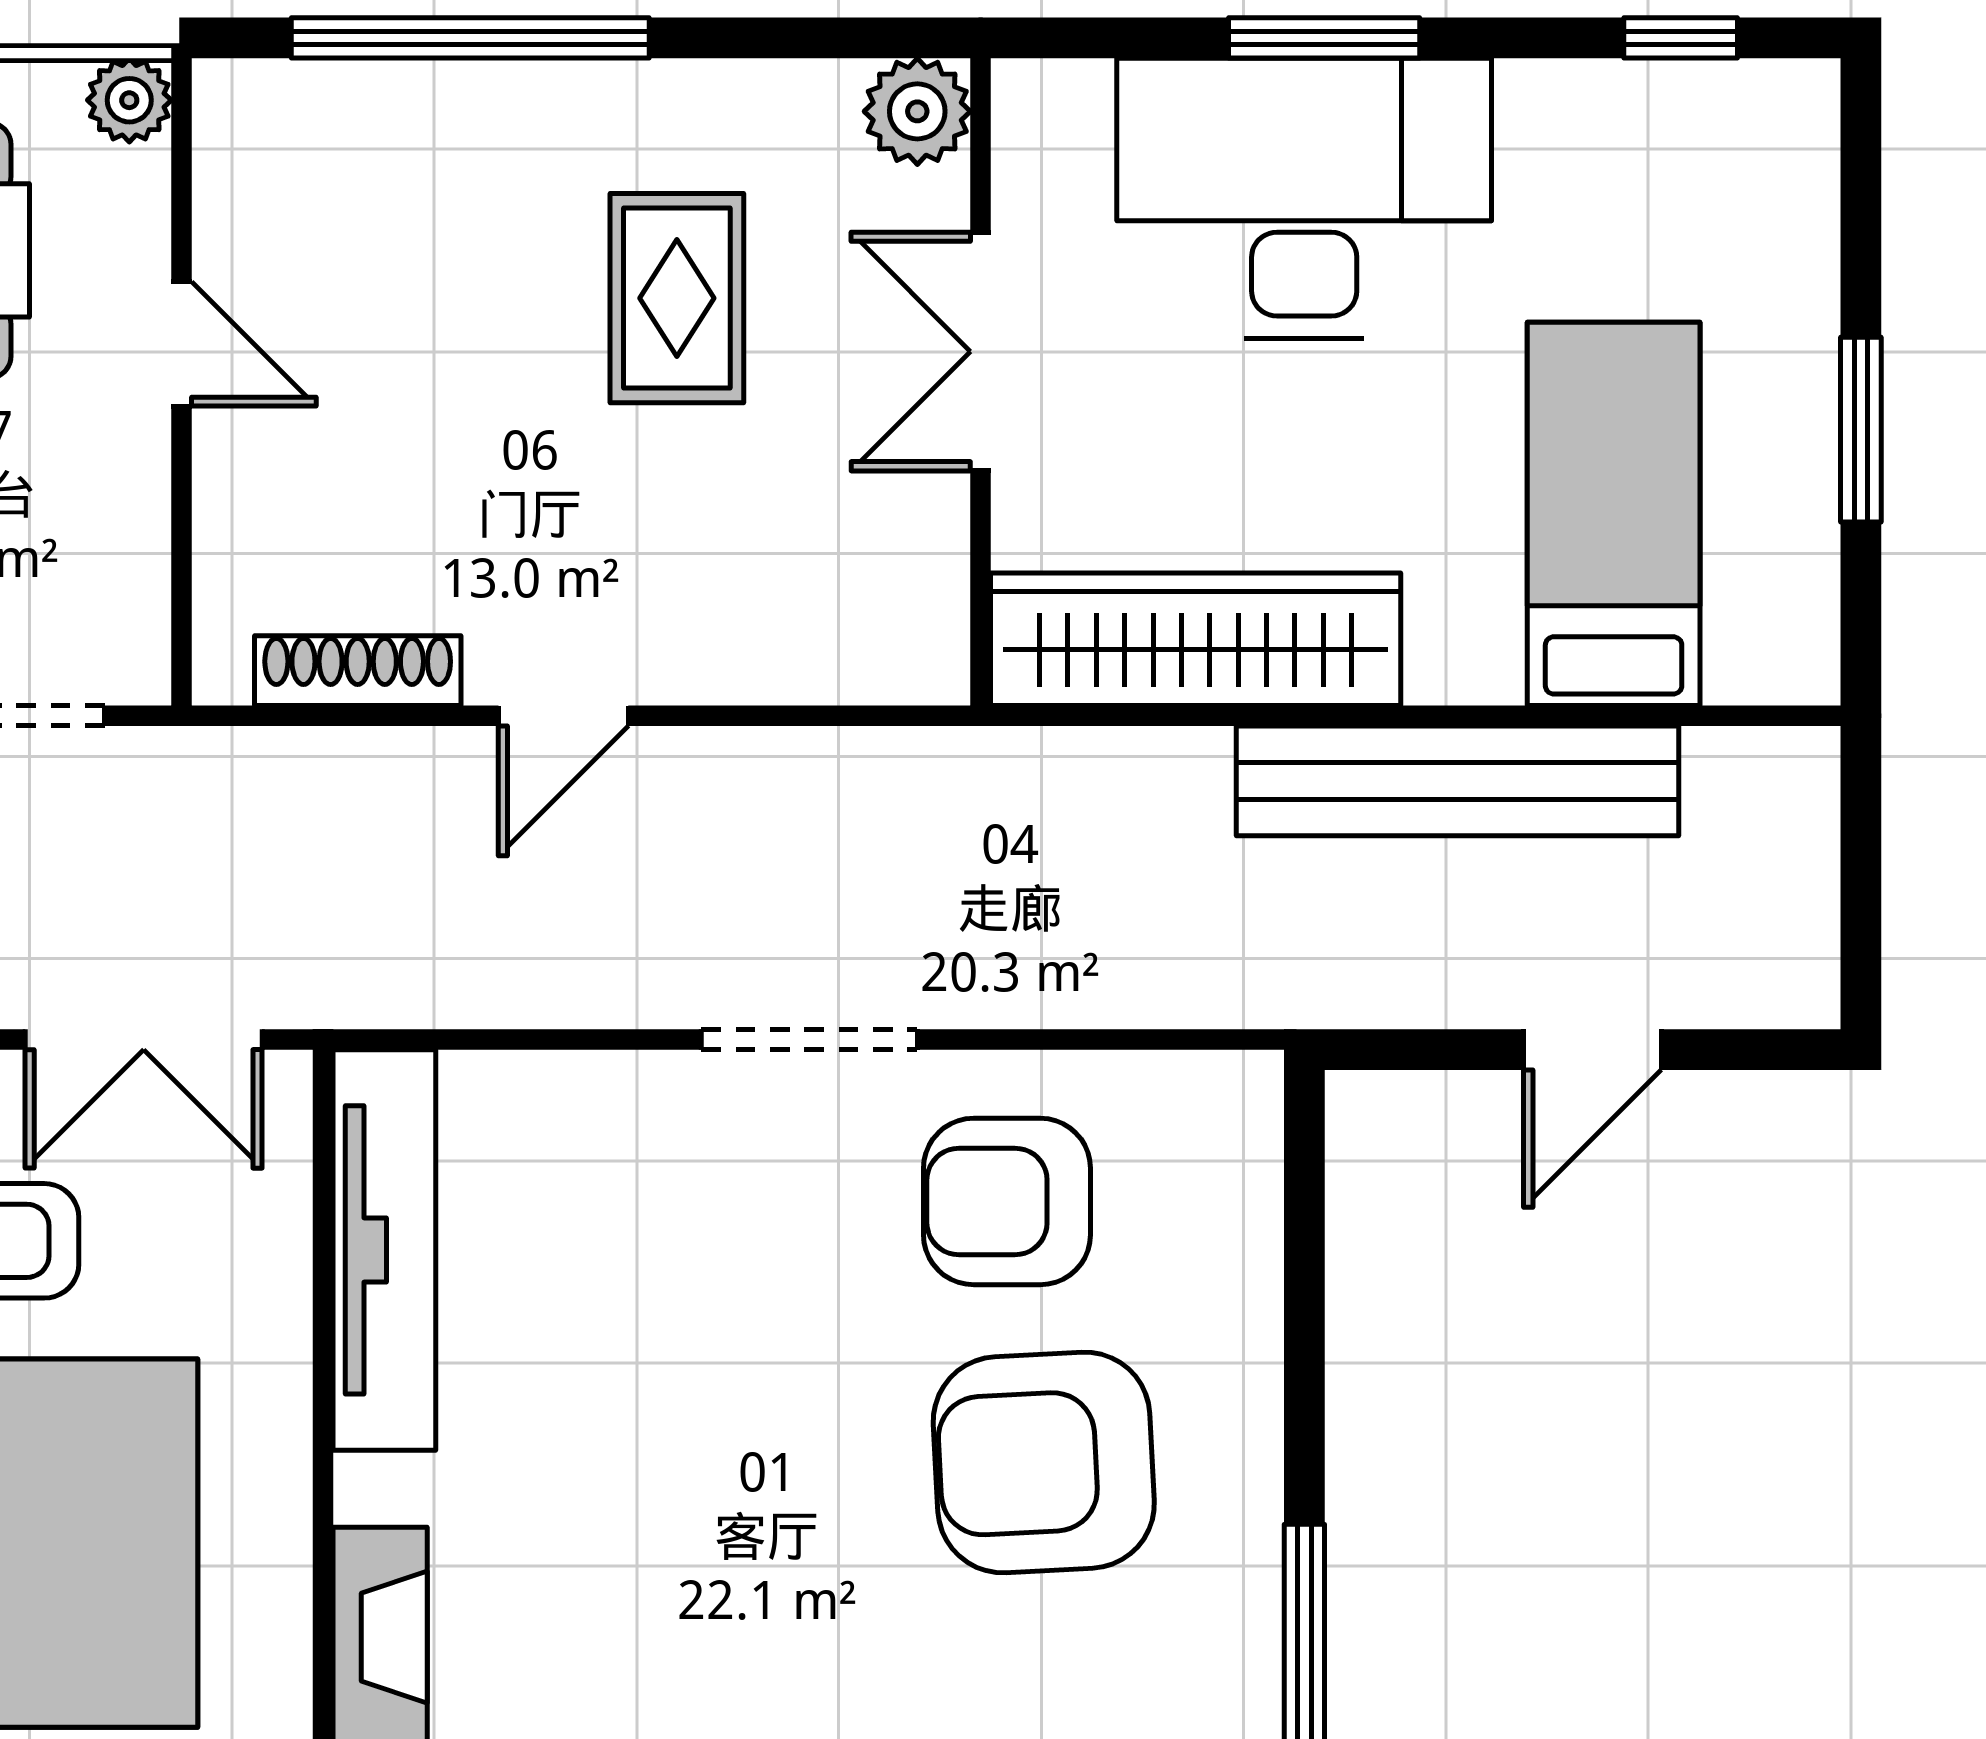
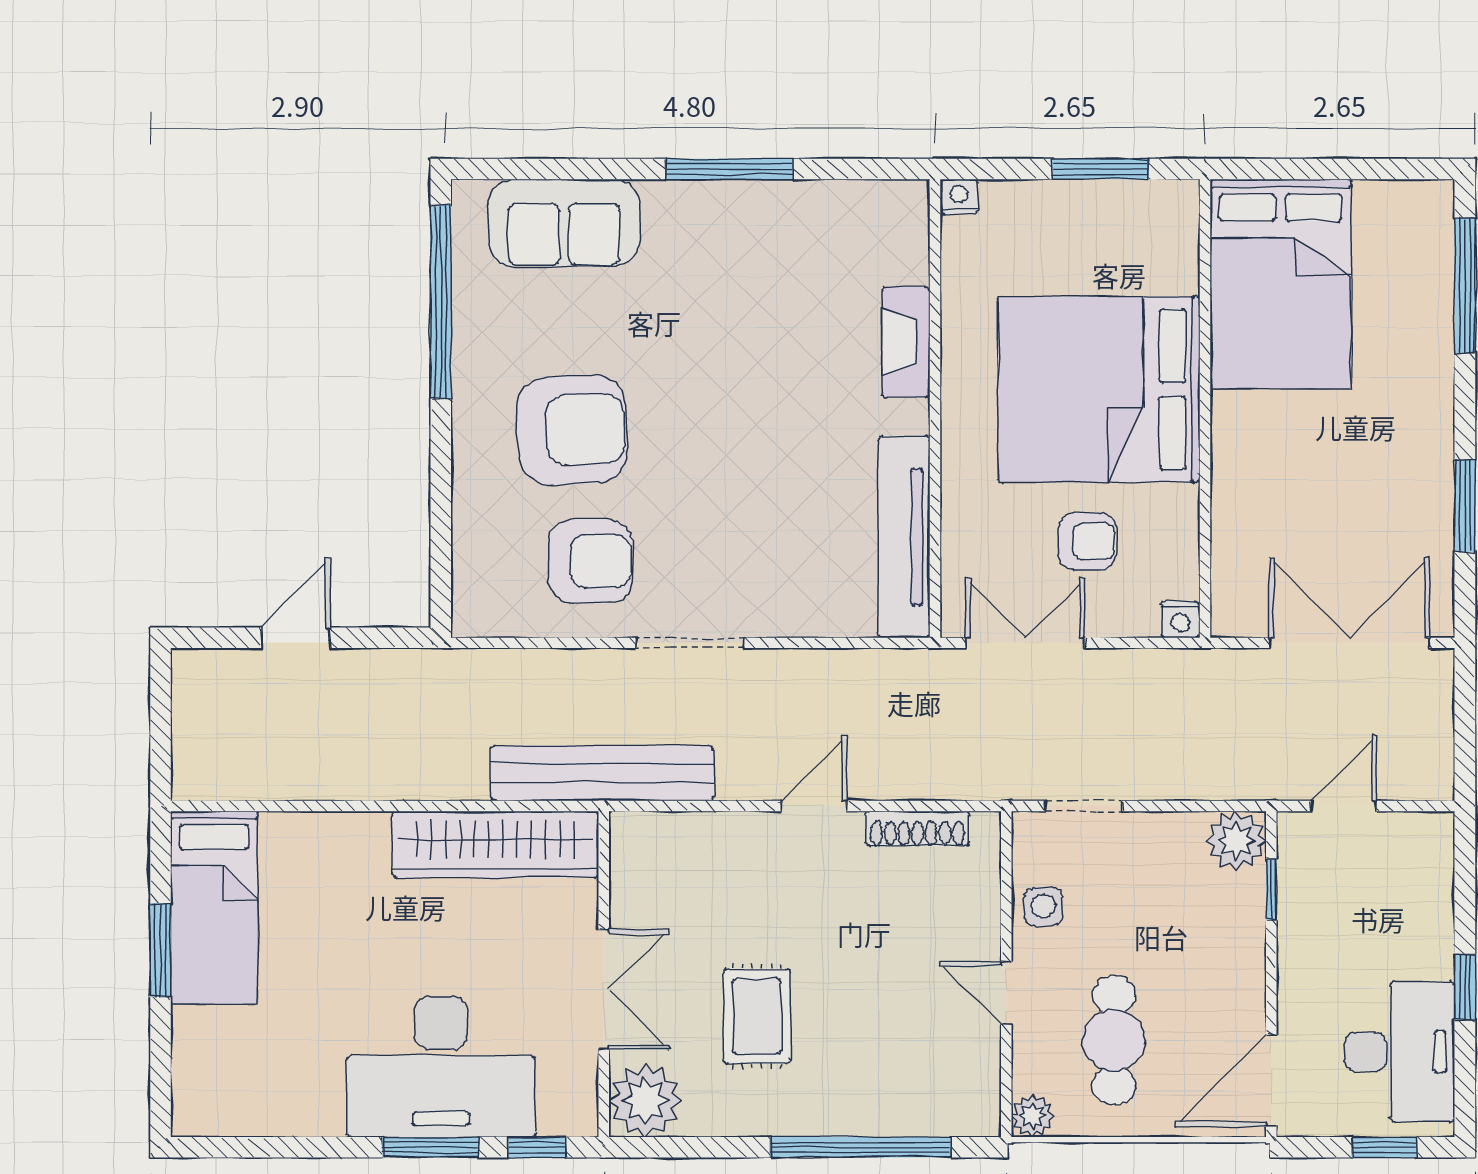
window: (1681, 38) -> (537, 1147), moved
plant: (917, 111) -> (645, 1101), width x1.36, depth x1.36
bed: (1614, 514) -> (214, 908), moved
side table: (108, 516) -> (1043, 907), added
bench: (1458, 781) -> (602, 773), moved

